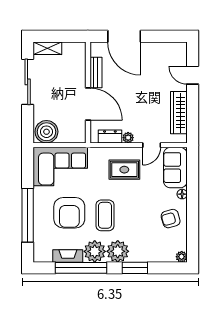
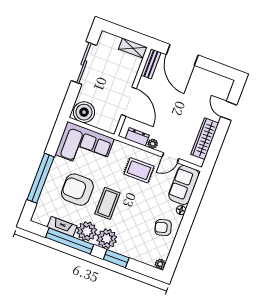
shelving: (47, 48) -> (133, 48), moved
bench: (96, 73) -> (151, 64), moved
armchair: (69, 213) -> (77, 190), turned 90

